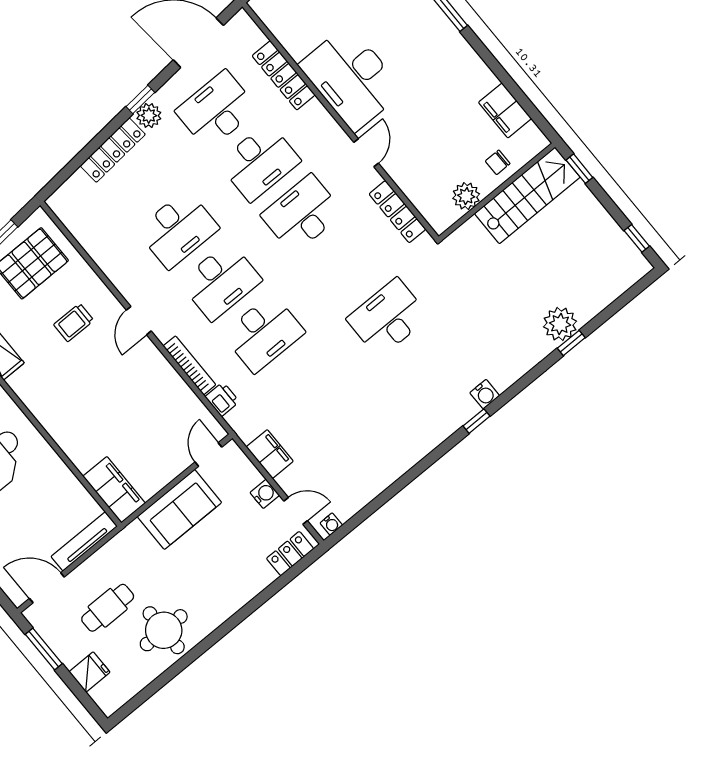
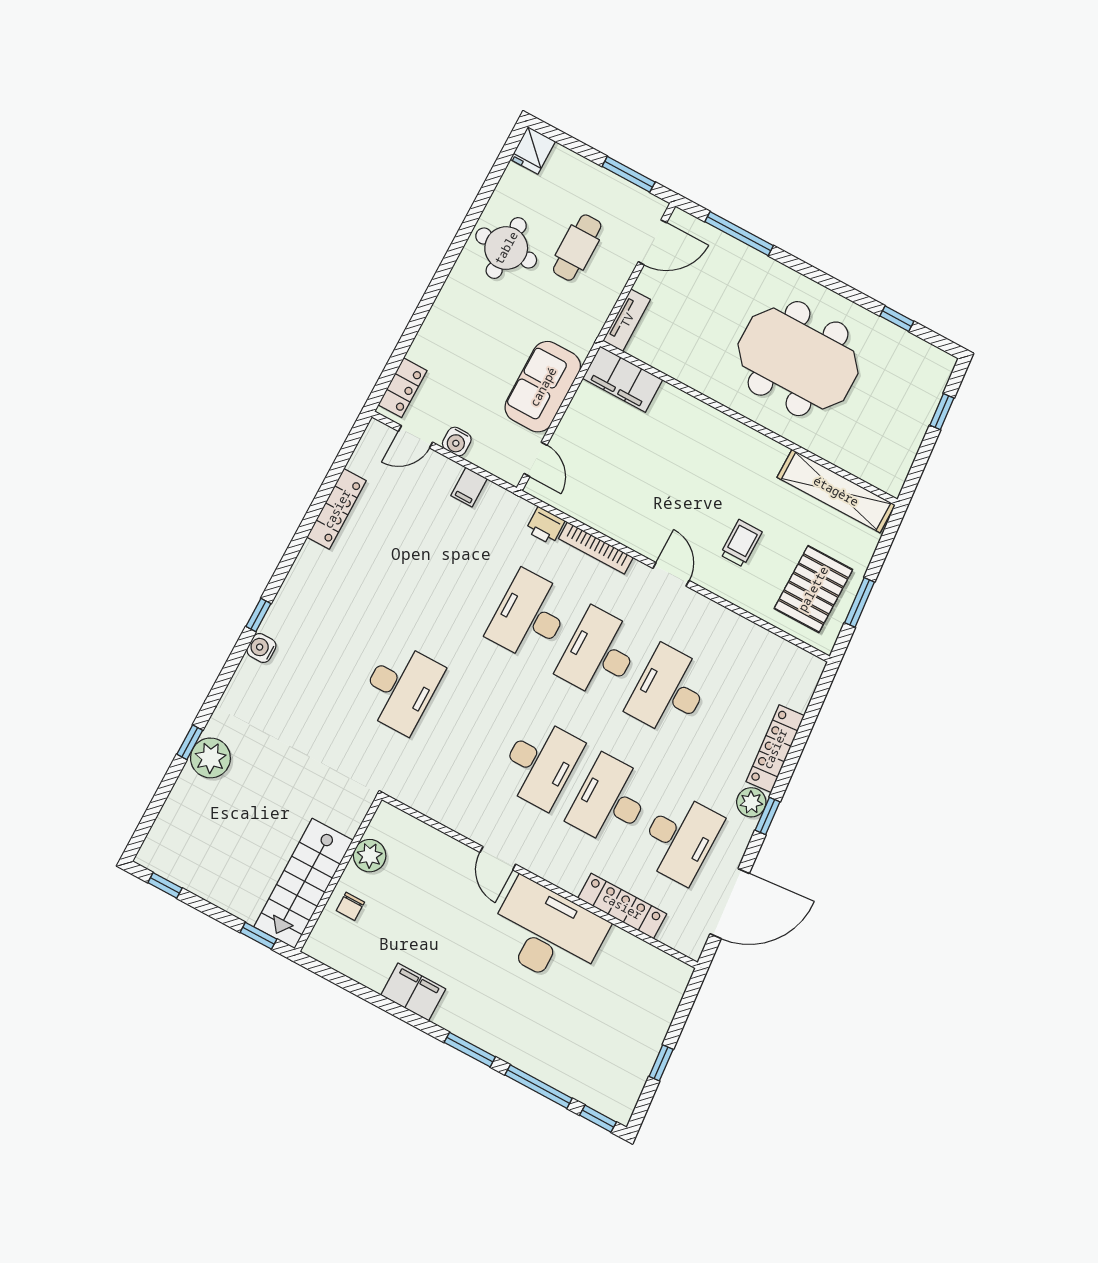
filing cabinet: (505, 110) -> (413, 992), moved
chair: (498, 162) -> (350, 906), turned 180
locker: (397, 212) -> (337, 509), moved, turned 90
filing cabinet: (270, 454) -> (469, 487), width x0.50
water cooler: (331, 524) -> (371, 438), removed
tv unit: (84, 541) -> (627, 320), width x0.71
fridge: (90, 672) -> (533, 150), moved

